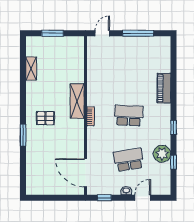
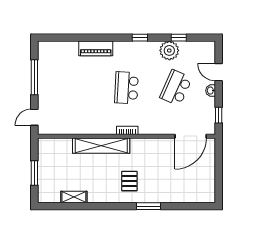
door: (102, 33) -> (34, 117), hinge flipped
shelving: (77, 101) -> (101, 146), width x1.47
school desk: (129, 160) -> (176, 88), turned 33

